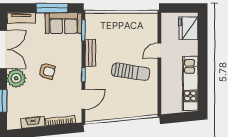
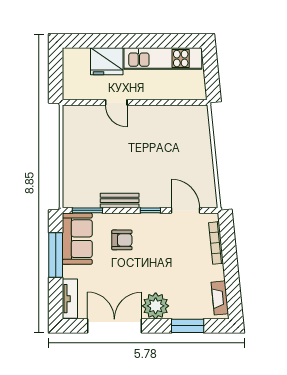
fridge: (188, 28) -> (107, 61), moved
armchair: (47, 71) -> (122, 240), moved, turned 76
sun lounger: (131, 72) -> (146, 143), removed
fireplace: (33, 122) -> (220, 298), moved

